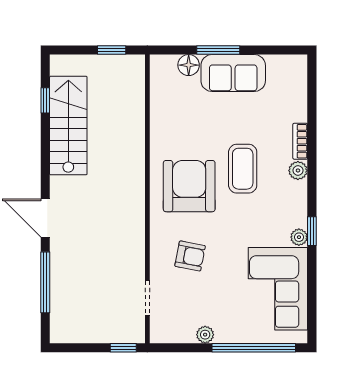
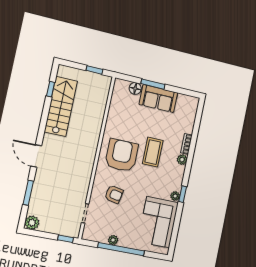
window: (45, 282) -> (28, 193), width x0.69
plant: (62, 331) -> (32, 223), added
window: (254, 348) -> (121, 249), moved

